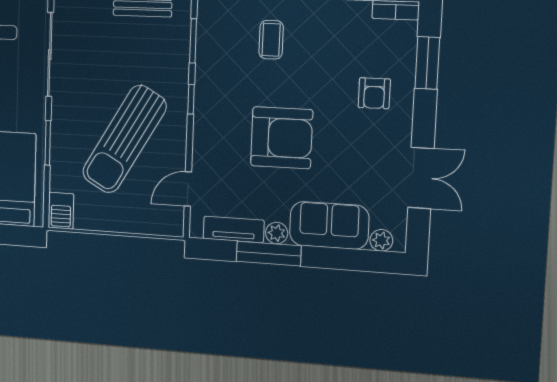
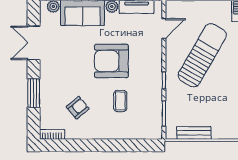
coffee table: (271, 40) -> (120, 101), moved
window: (427, 63) -> (34, 93), moved
armchair: (374, 93) -> (78, 108), moved, turned 50

